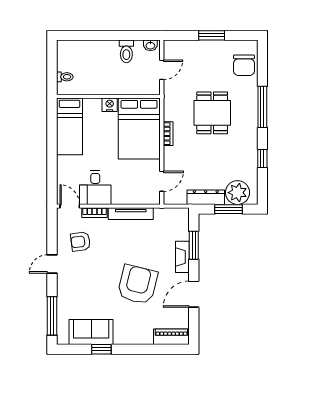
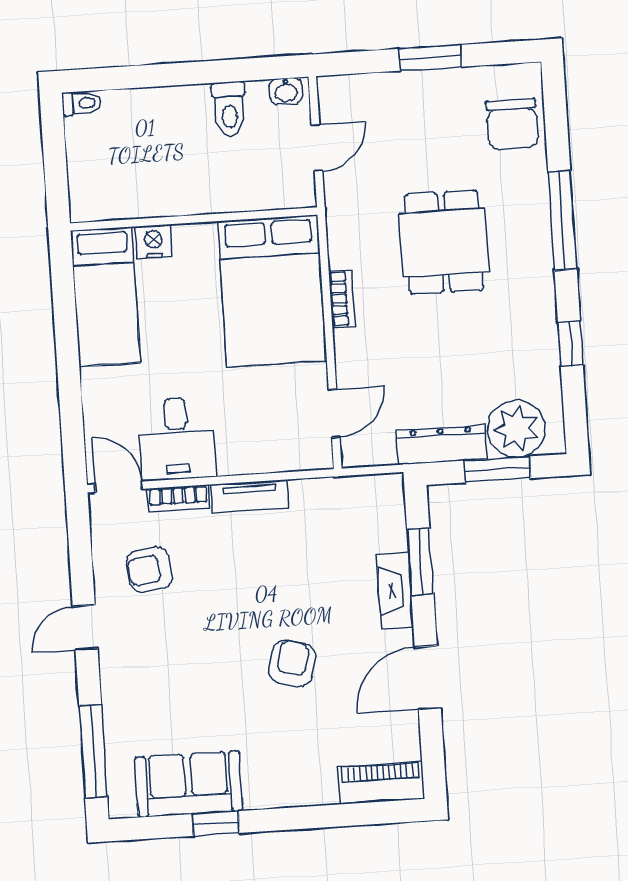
toilet: (65, 77) -> (82, 103), moved
nightstand: (110, 105) -> (153, 242), moved
tv unit: (131, 214) -> (250, 496), width x0.71
armchair: (137, 285) -> (292, 663), width x0.53, depth x0.53

